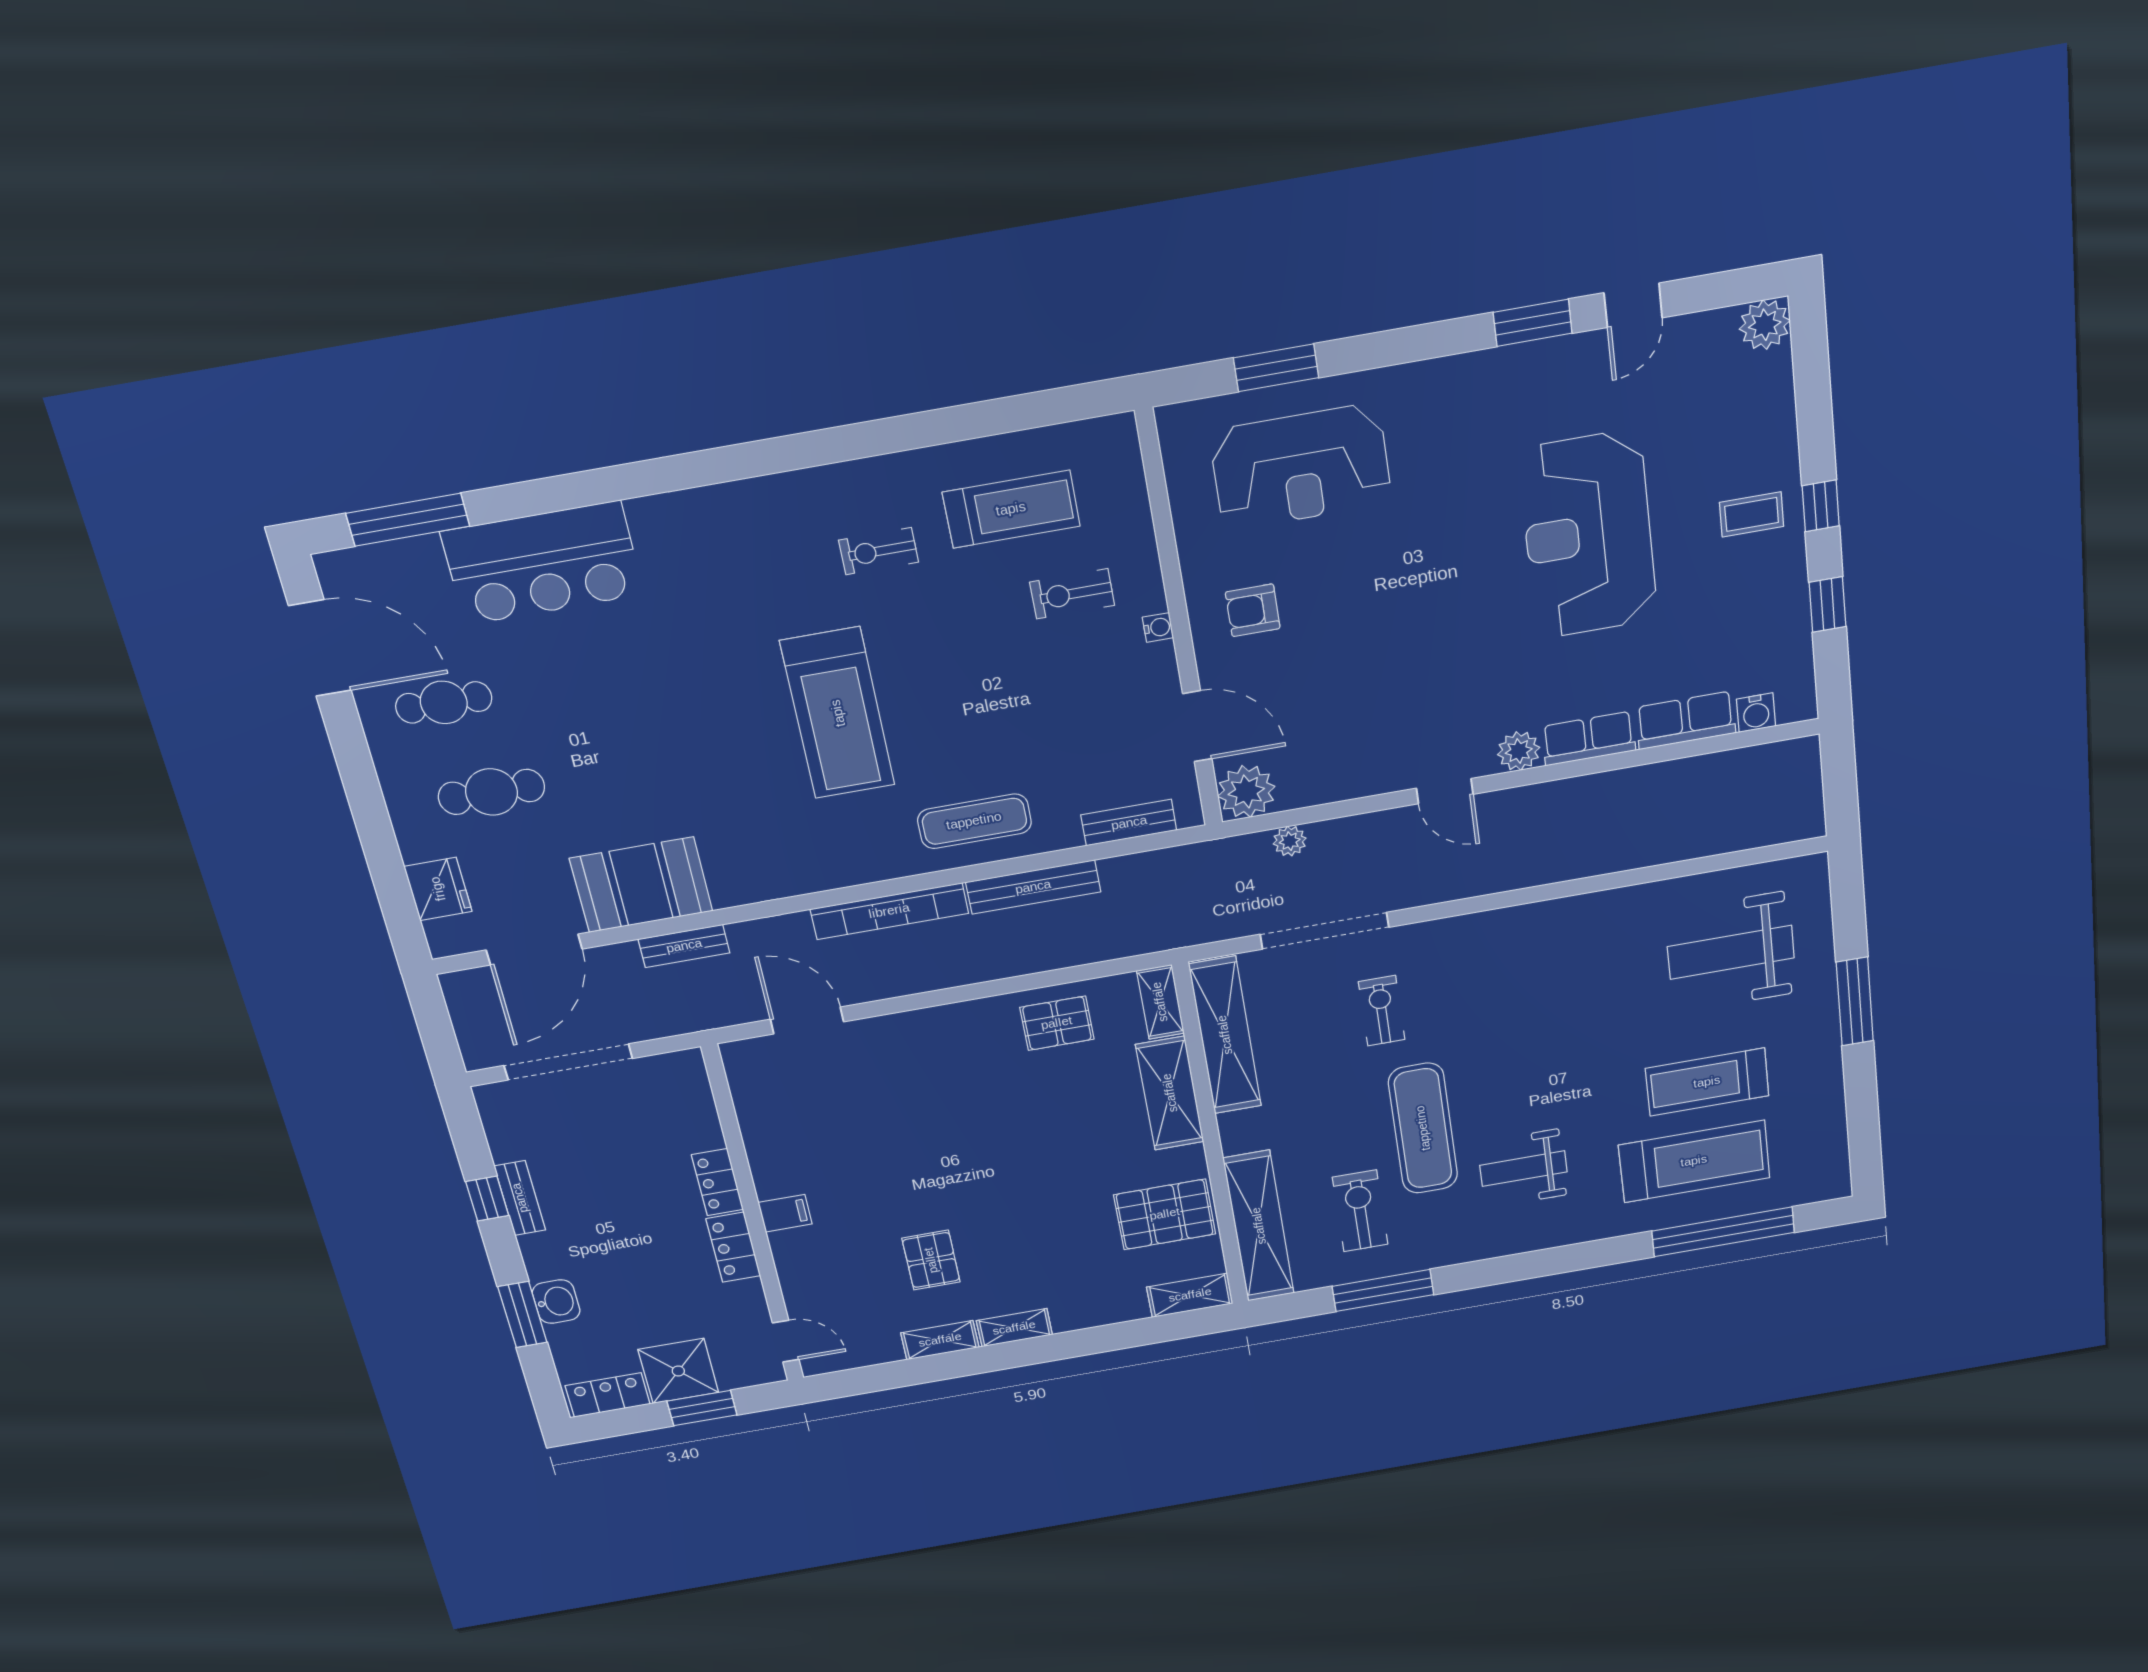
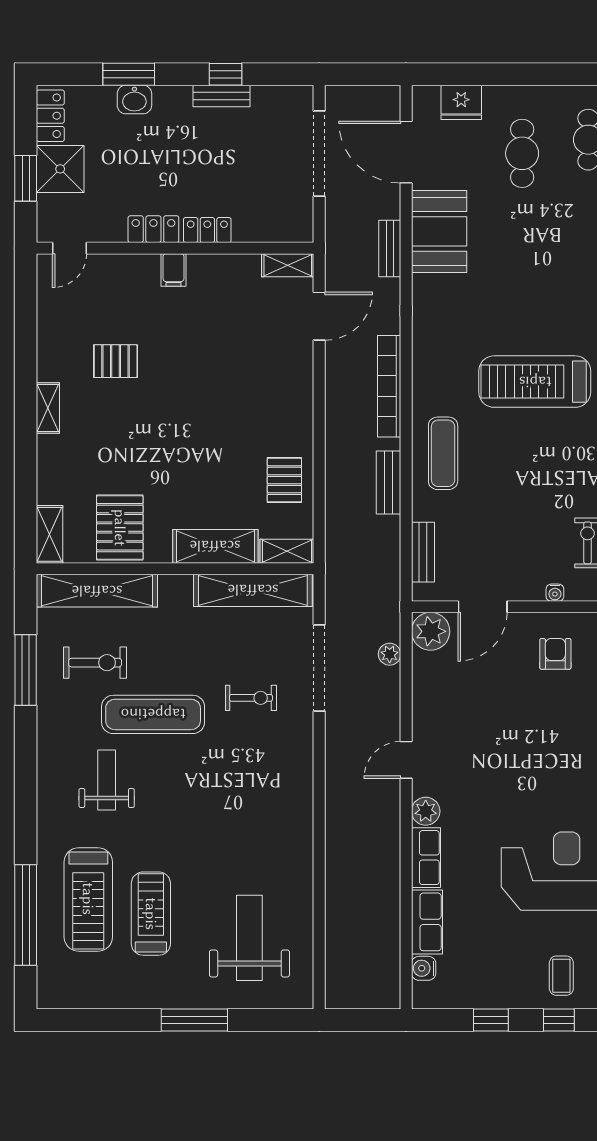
bench: (1033, 887) -> (389, 482), width x0.73
shelving: (940, 1340) -> (288, 265), moved, turned 90

